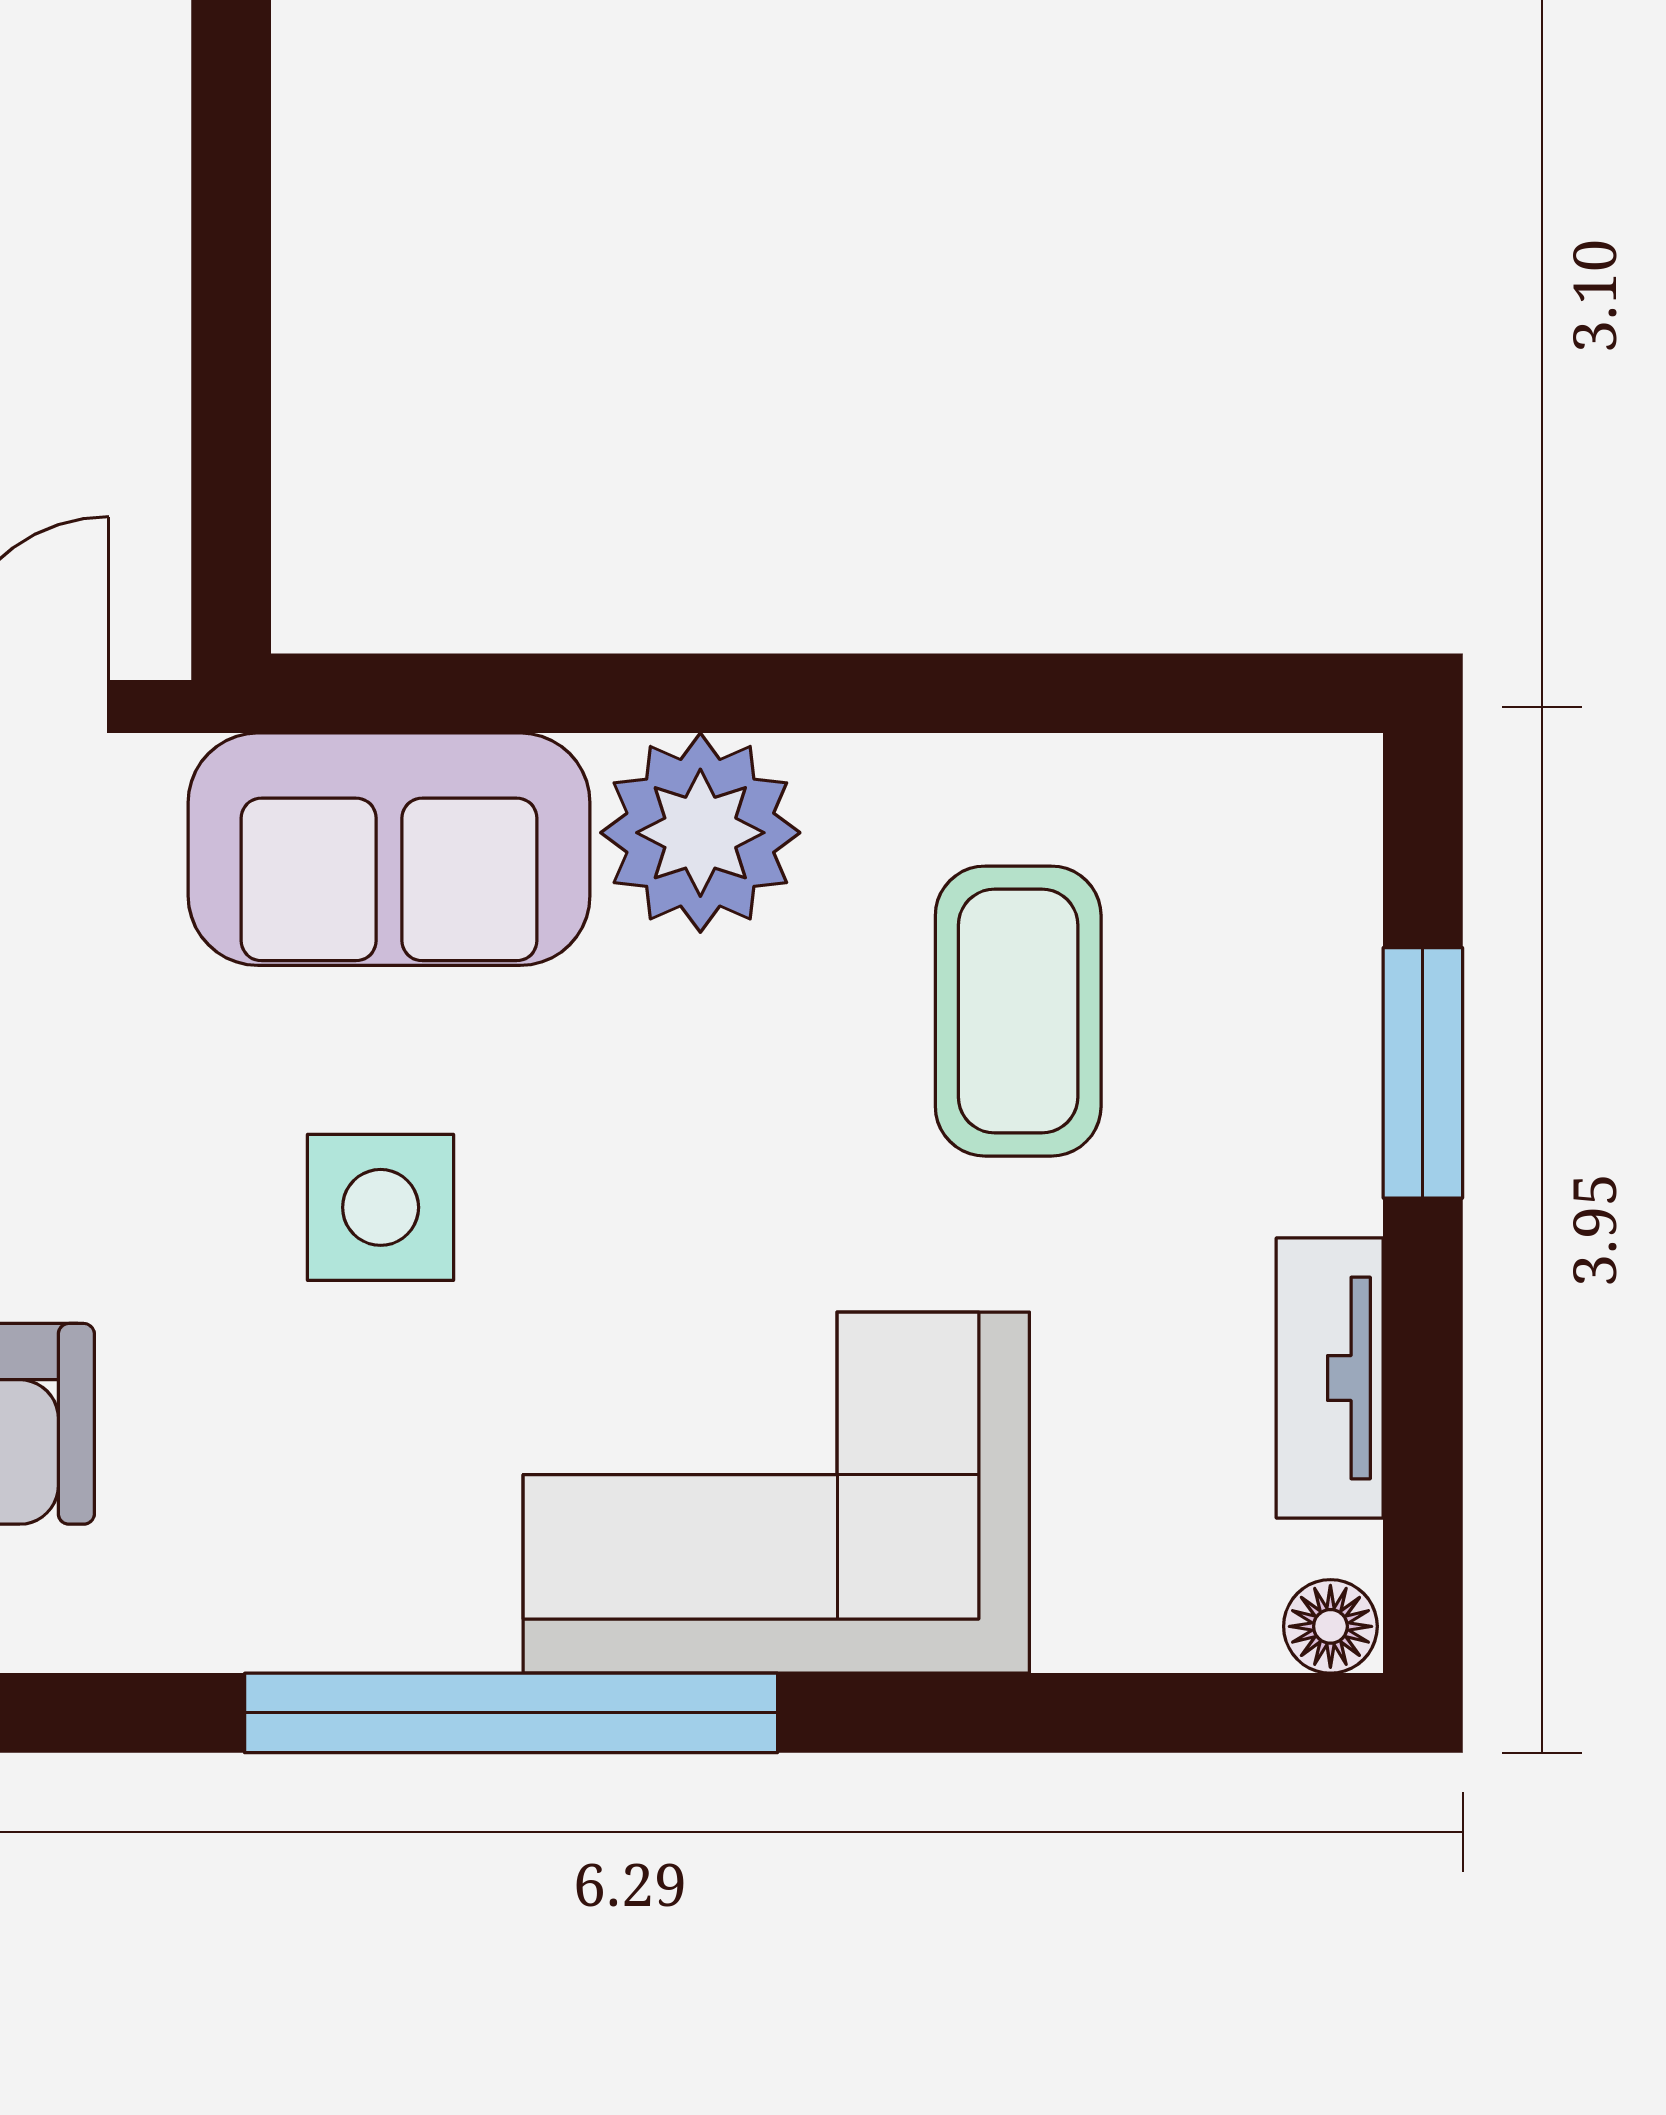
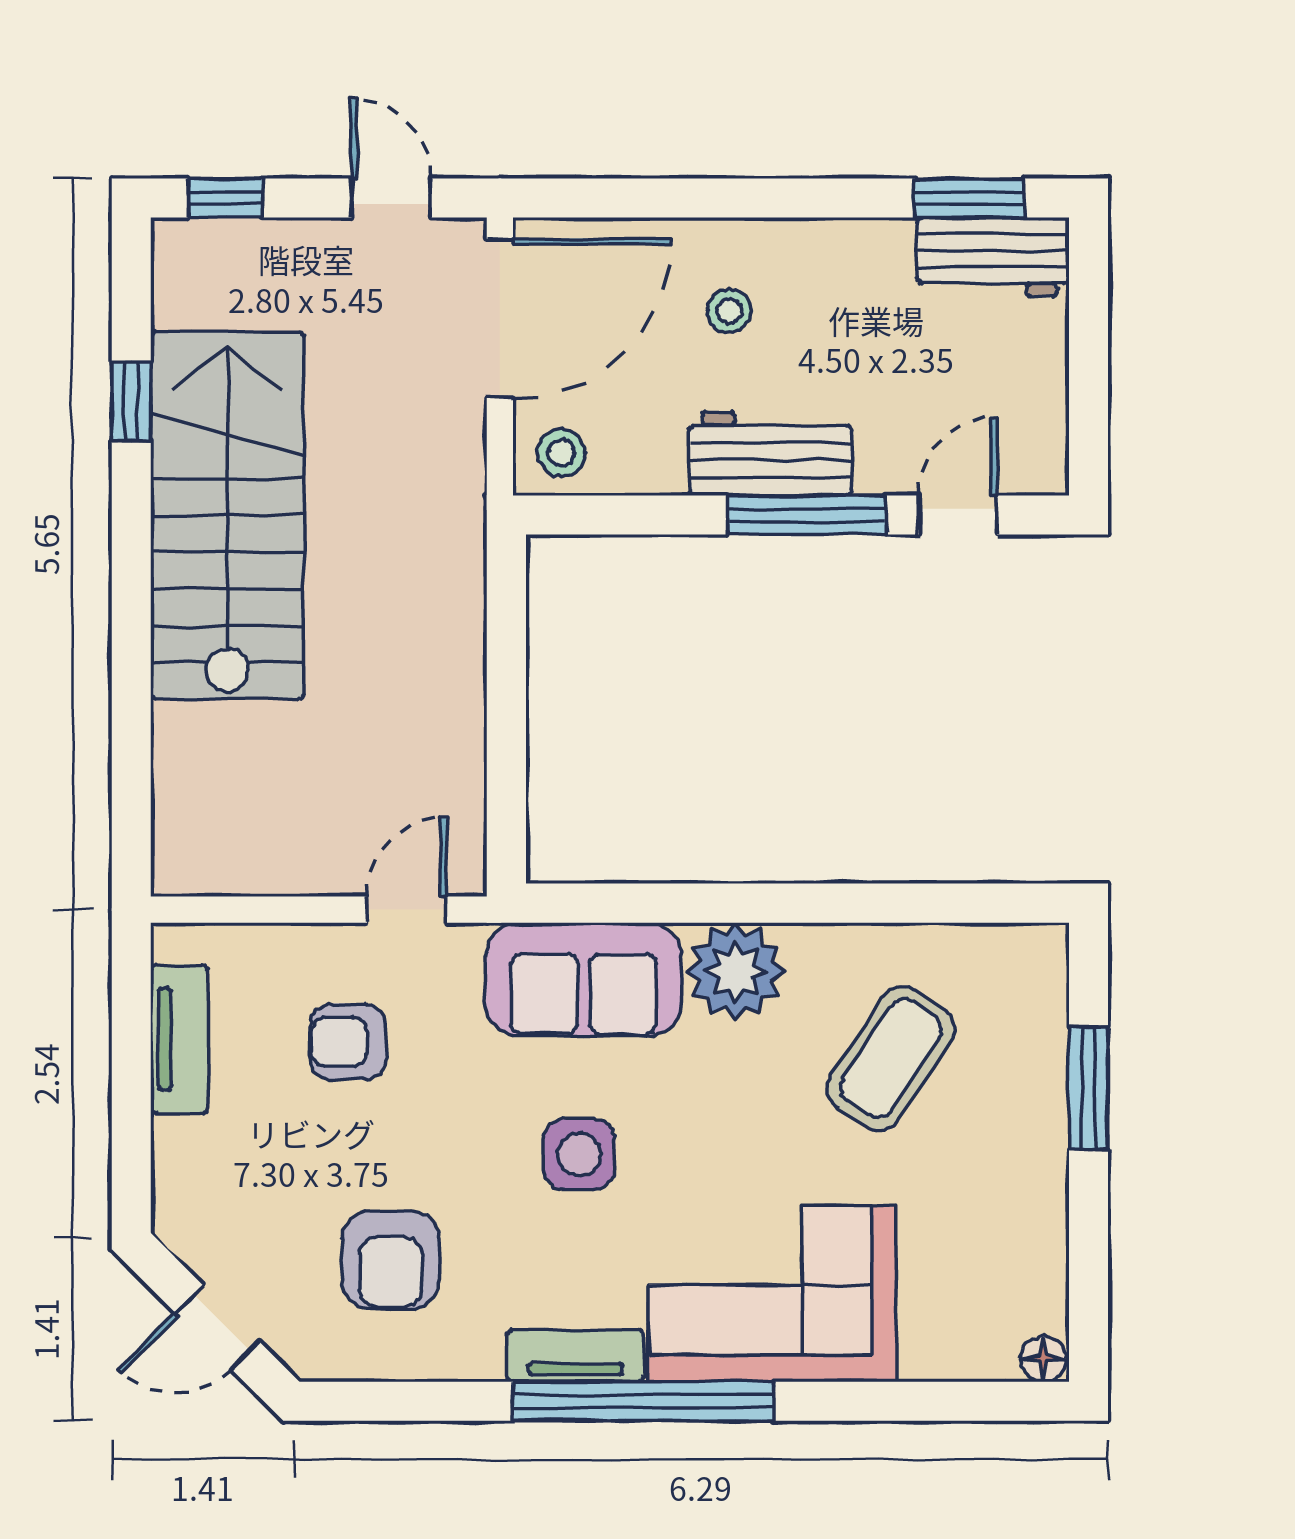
coffee table: (1018, 1011) -> (891, 1058), turned 33
tv unit: (1330, 1378) -> (575, 1356), moved, turned 90

